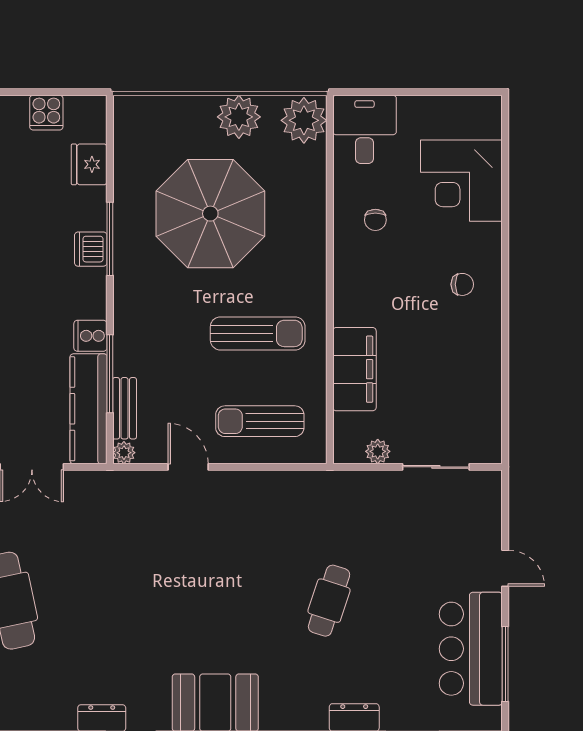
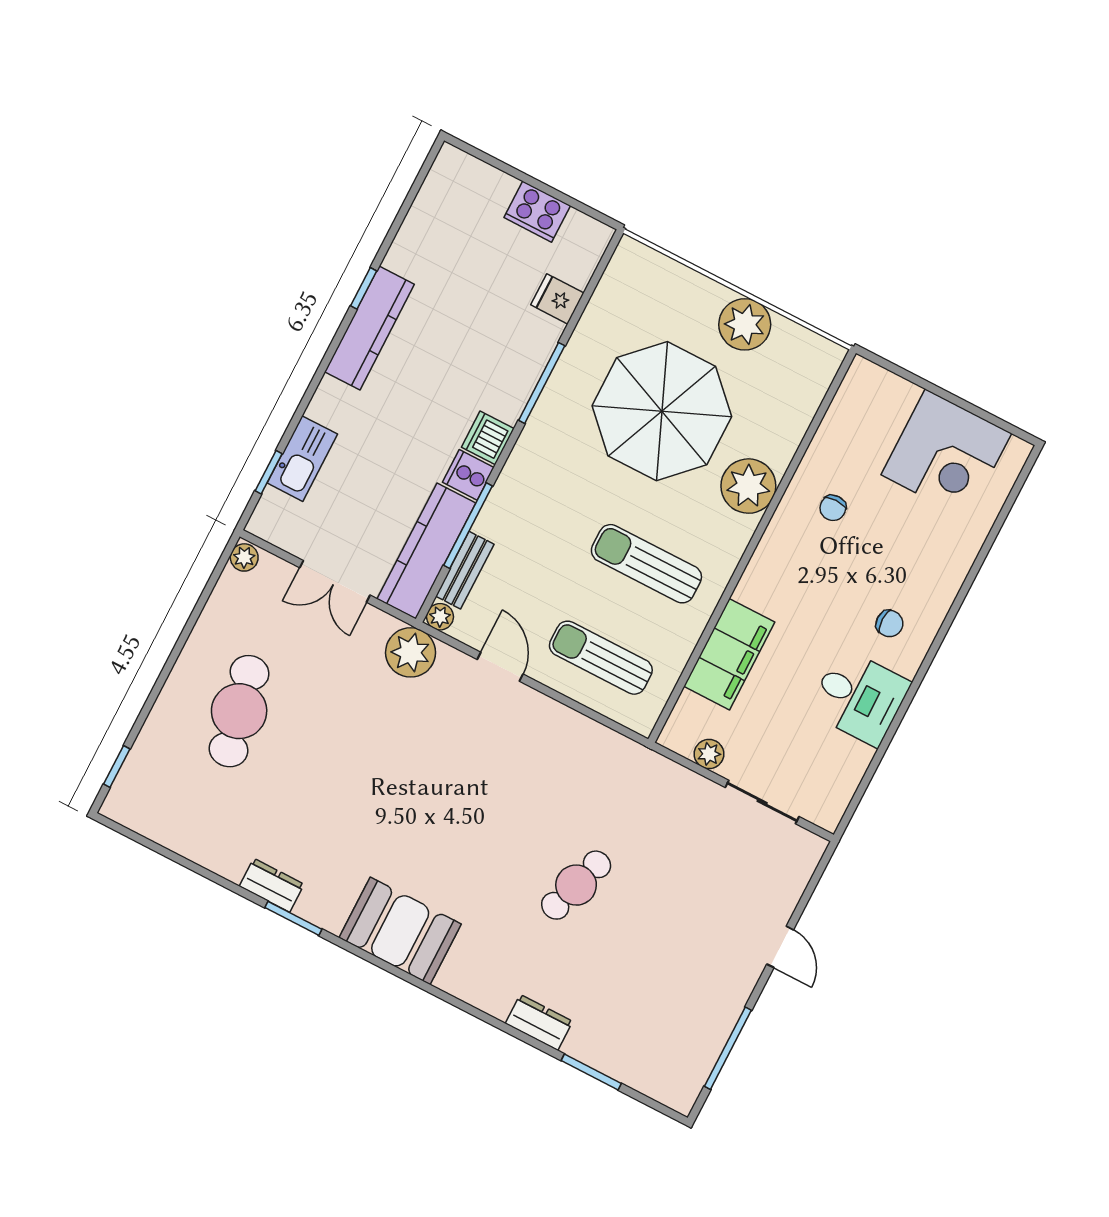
cooker: (46, 113) -> (537, 212), width x1.36
plant: (304, 120) -> (748, 486), moved
desk: (364, 129) -> (859, 697), moved, turned 90
fridge: (89, 164) -> (557, 299), width x0.72
corner desk: (461, 181) -> (946, 454), moved, turned -90
dishwasher: (91, 249) -> (488, 438), moved
sun lounger: (258, 333) -> (646, 564), turned 180
plant: (116, 491) -> (411, 652), added
bar counter: (471, 649) -> (700, 1013), removed

